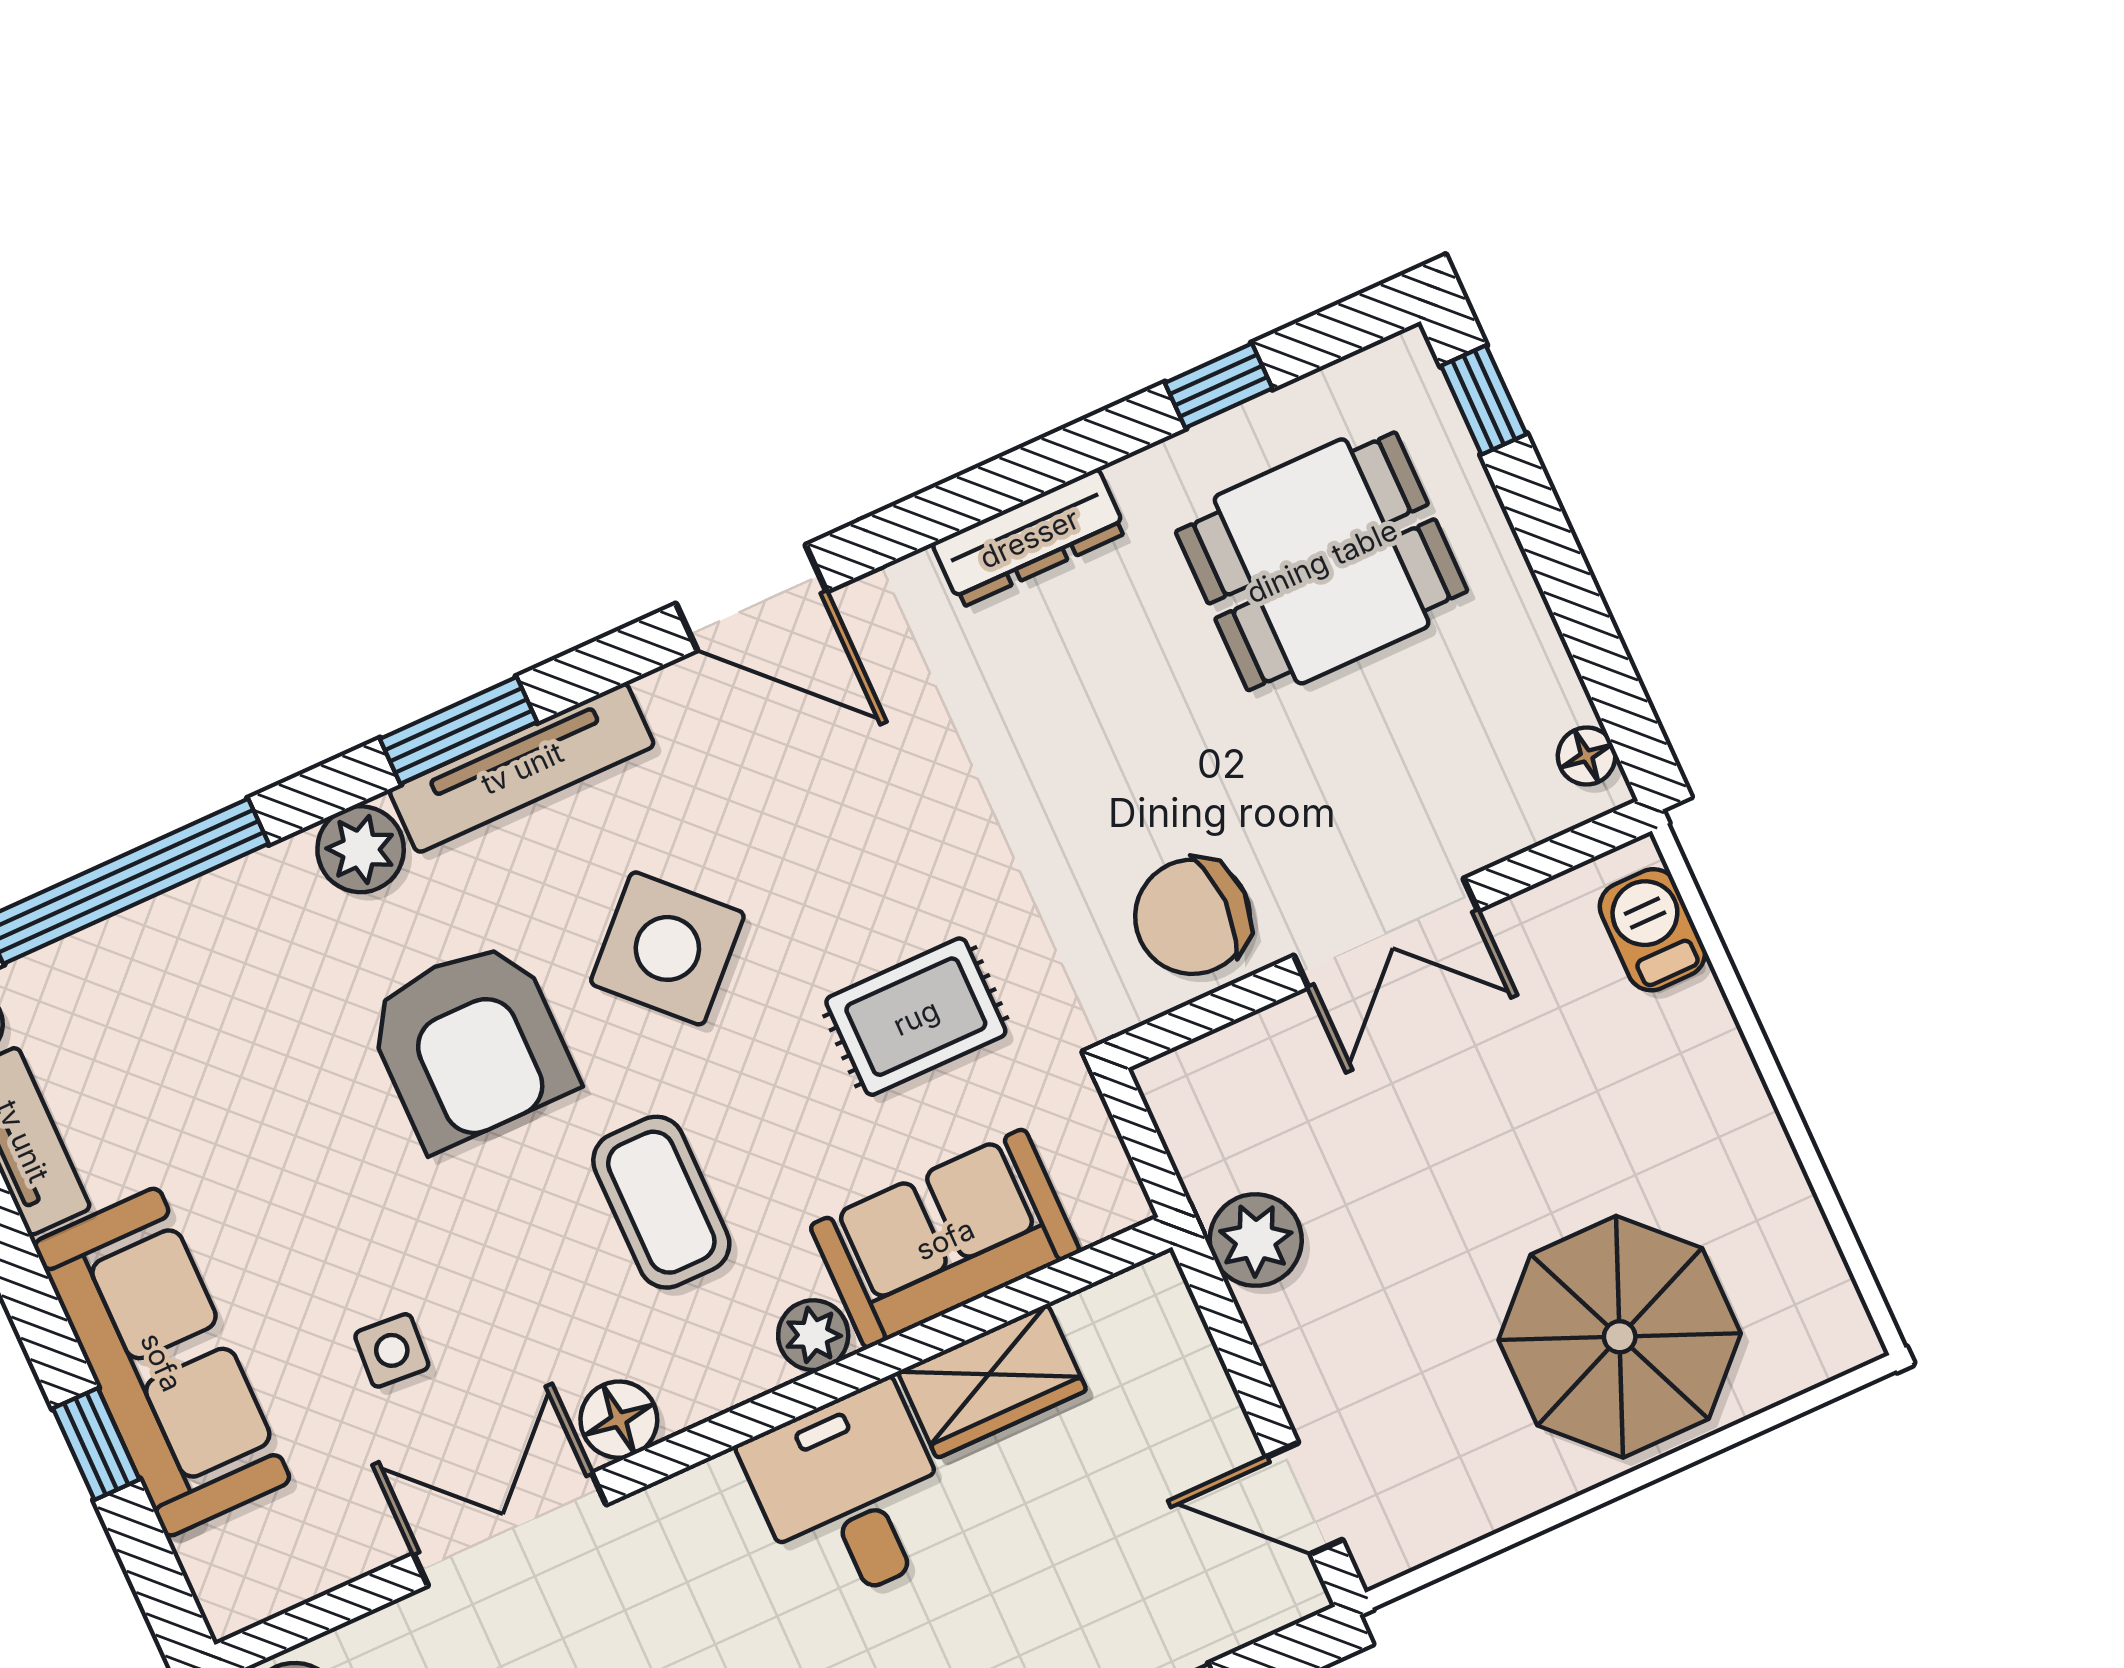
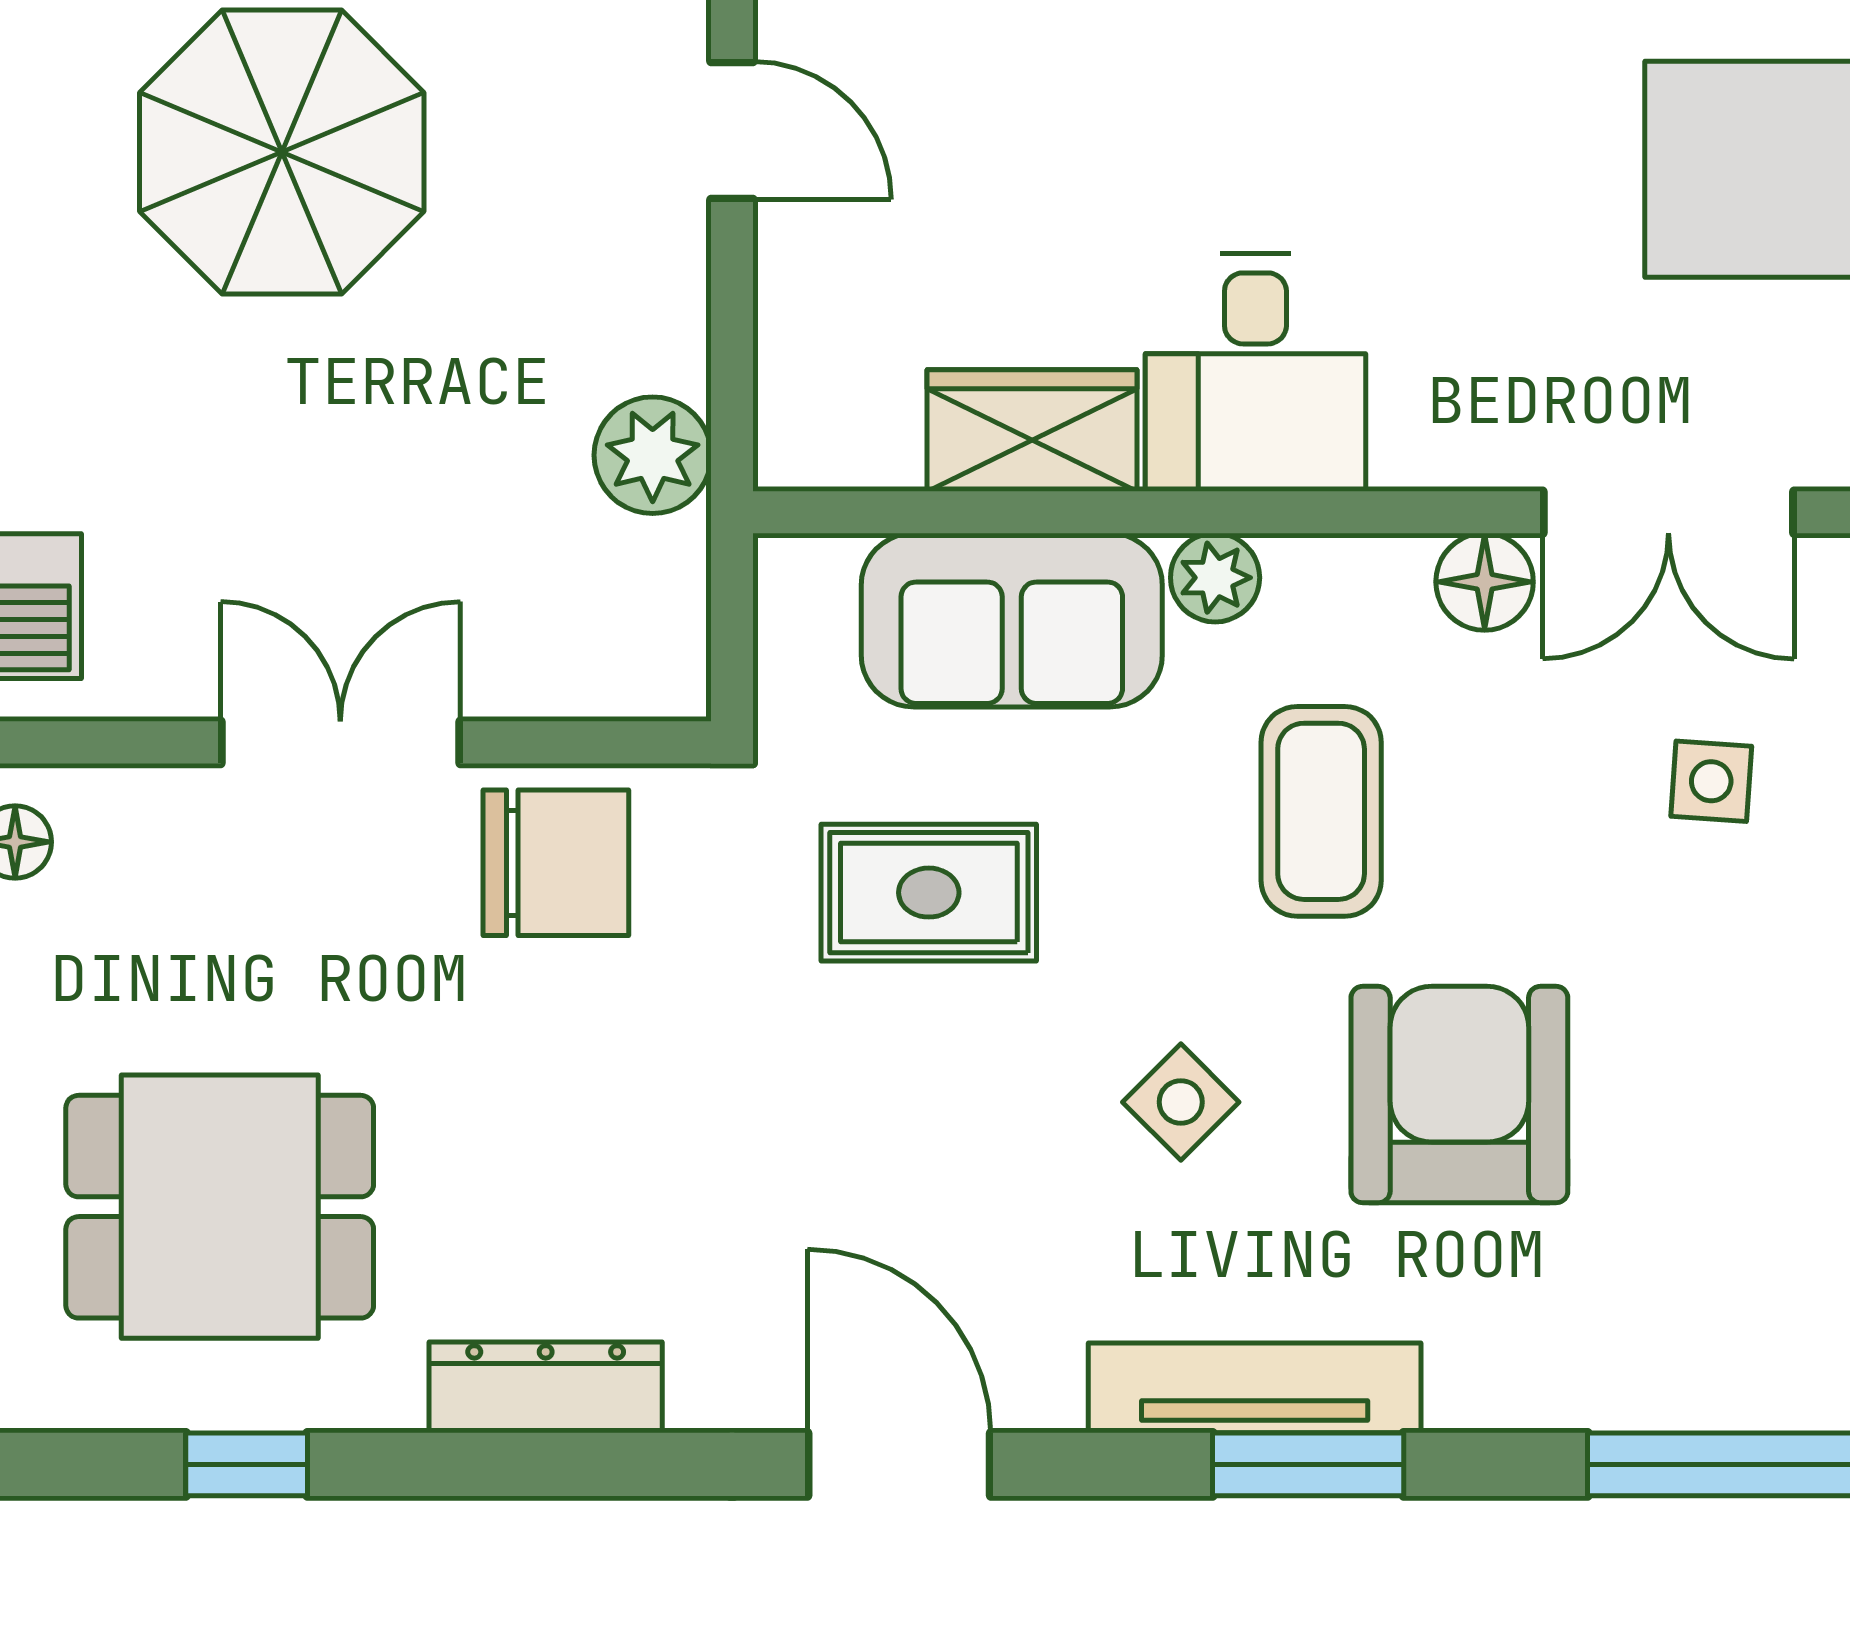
plant: (361, 849) -> (1484, 1378), removed
side table: (667, 948) -> (1181, 1102), width x0.54, depth x0.54

